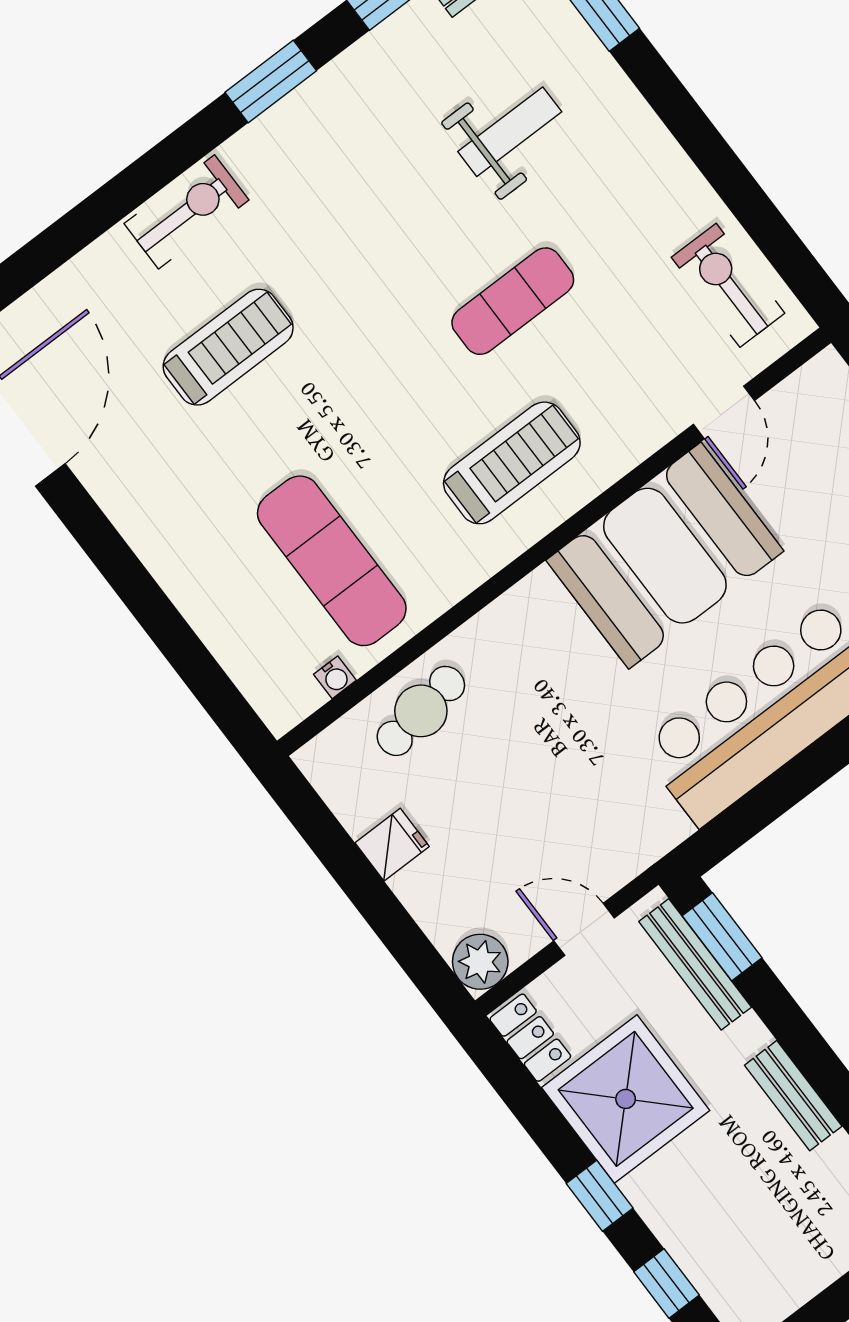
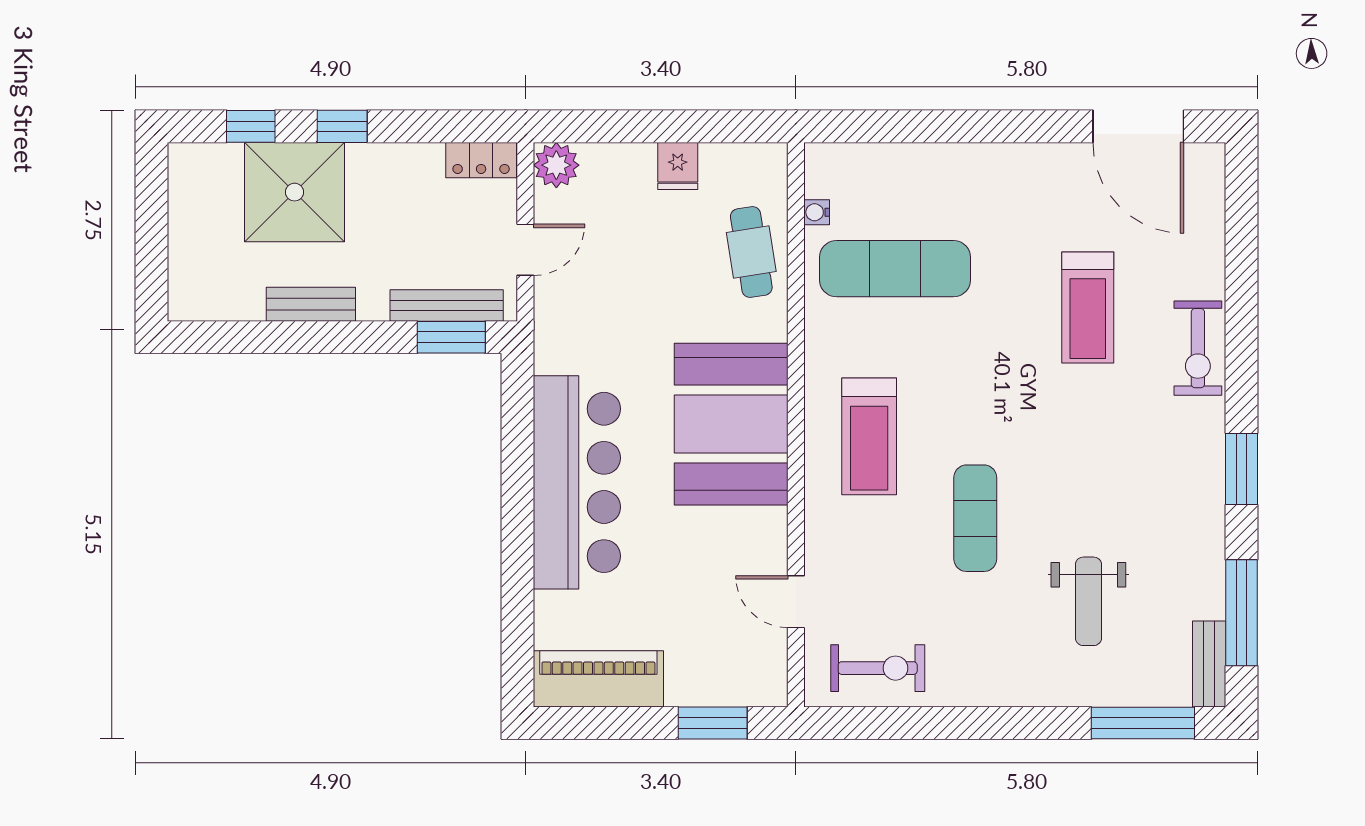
booth: (665, 556) -> (731, 424), moved
shower: (626, 1099) -> (295, 192), moved

